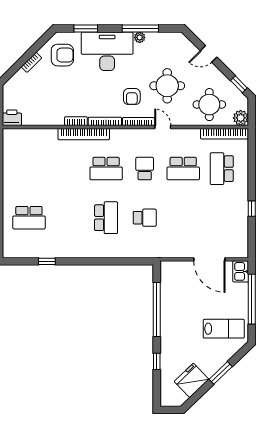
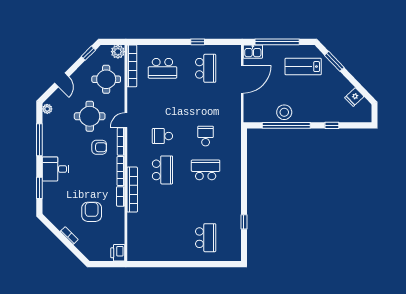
plant: (140, 37) -> (47, 109), moved
desk: (107, 51) -> (55, 169), width x0.53, depth x0.77
armchair: (62, 55) -> (92, 212), moved
school desk: (183, 169) -> (206, 68), moved
stool: (172, 307) -> (284, 112), added
lab bench: (224, 329) -> (303, 67), turned -90
window: (221, 373) -> (334, 61), moved
fridge: (192, 380) -> (354, 97), width x0.53, depth x0.75

